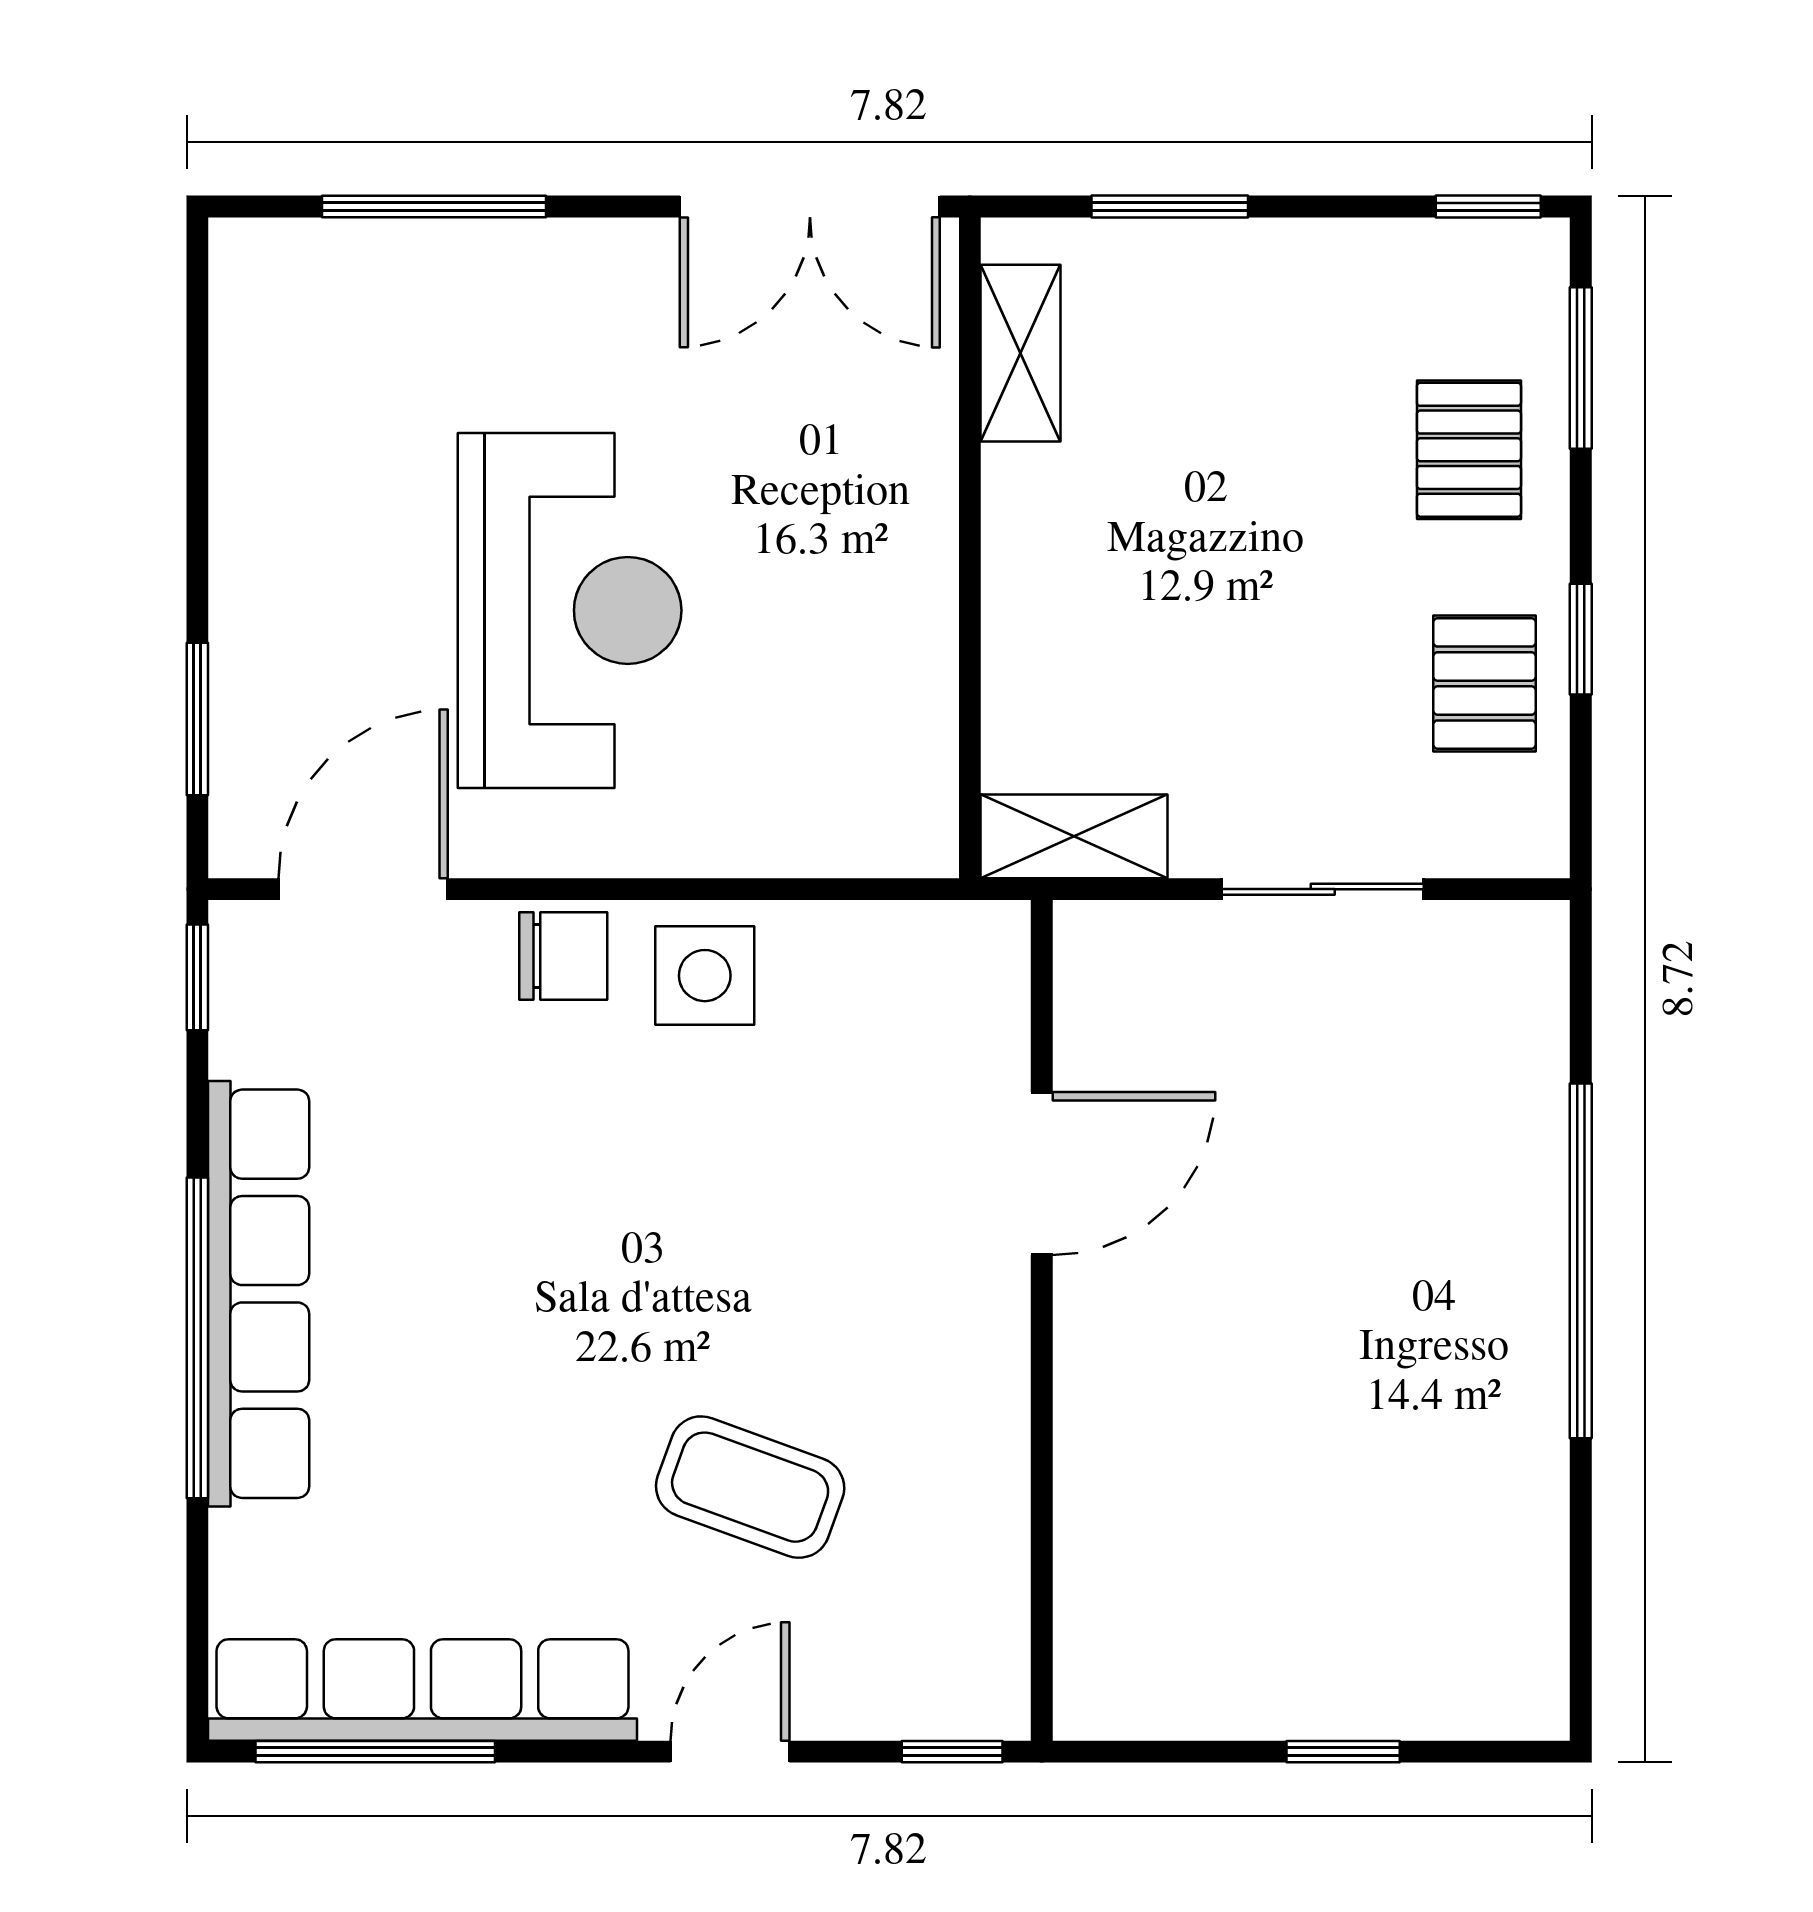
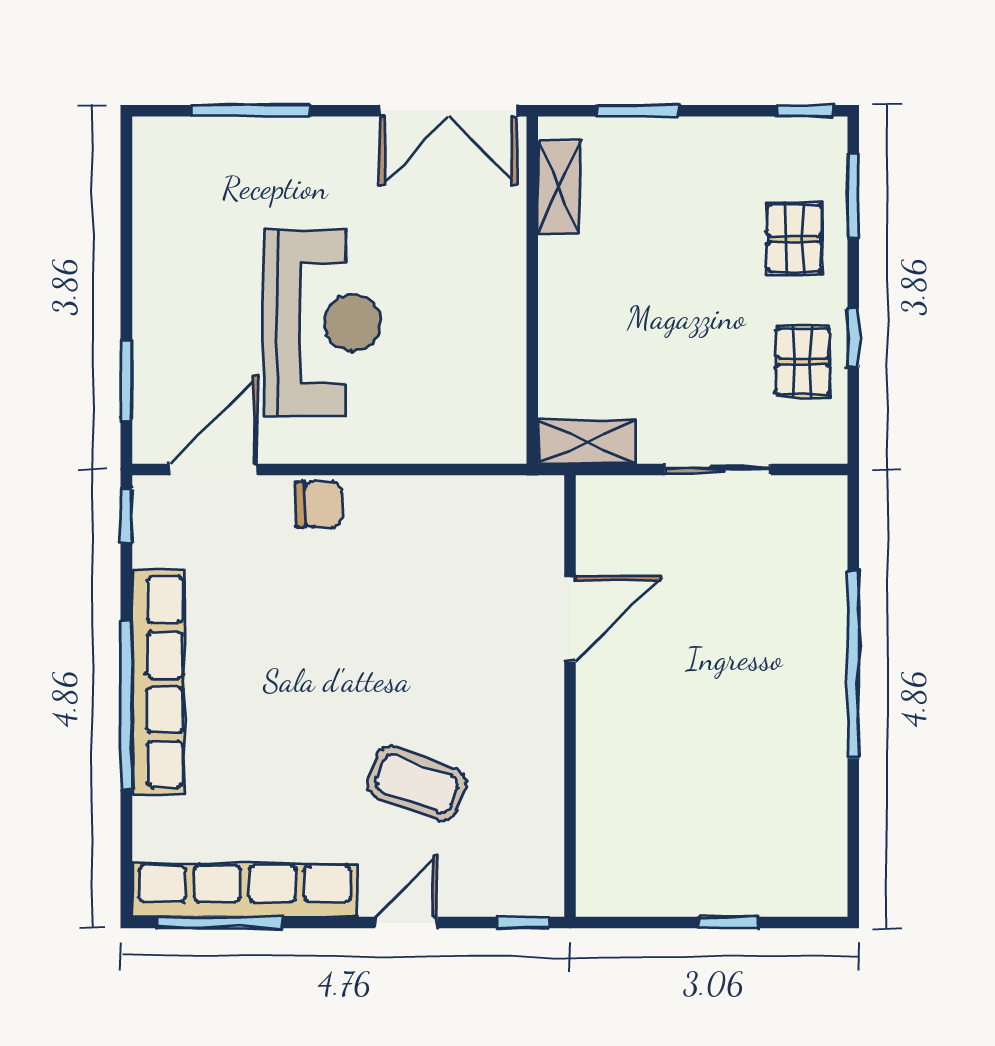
side table: (705, 976) -> (393, 515), removed

